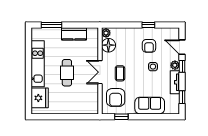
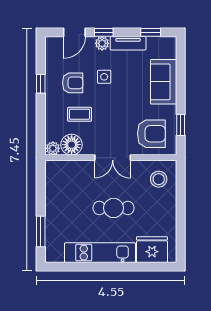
kitchen counter: (74, 34) -> (54, 197), removed
coffee table: (120, 73) -> (80, 114), moved
stool: (86, 102) -> (159, 179), added

